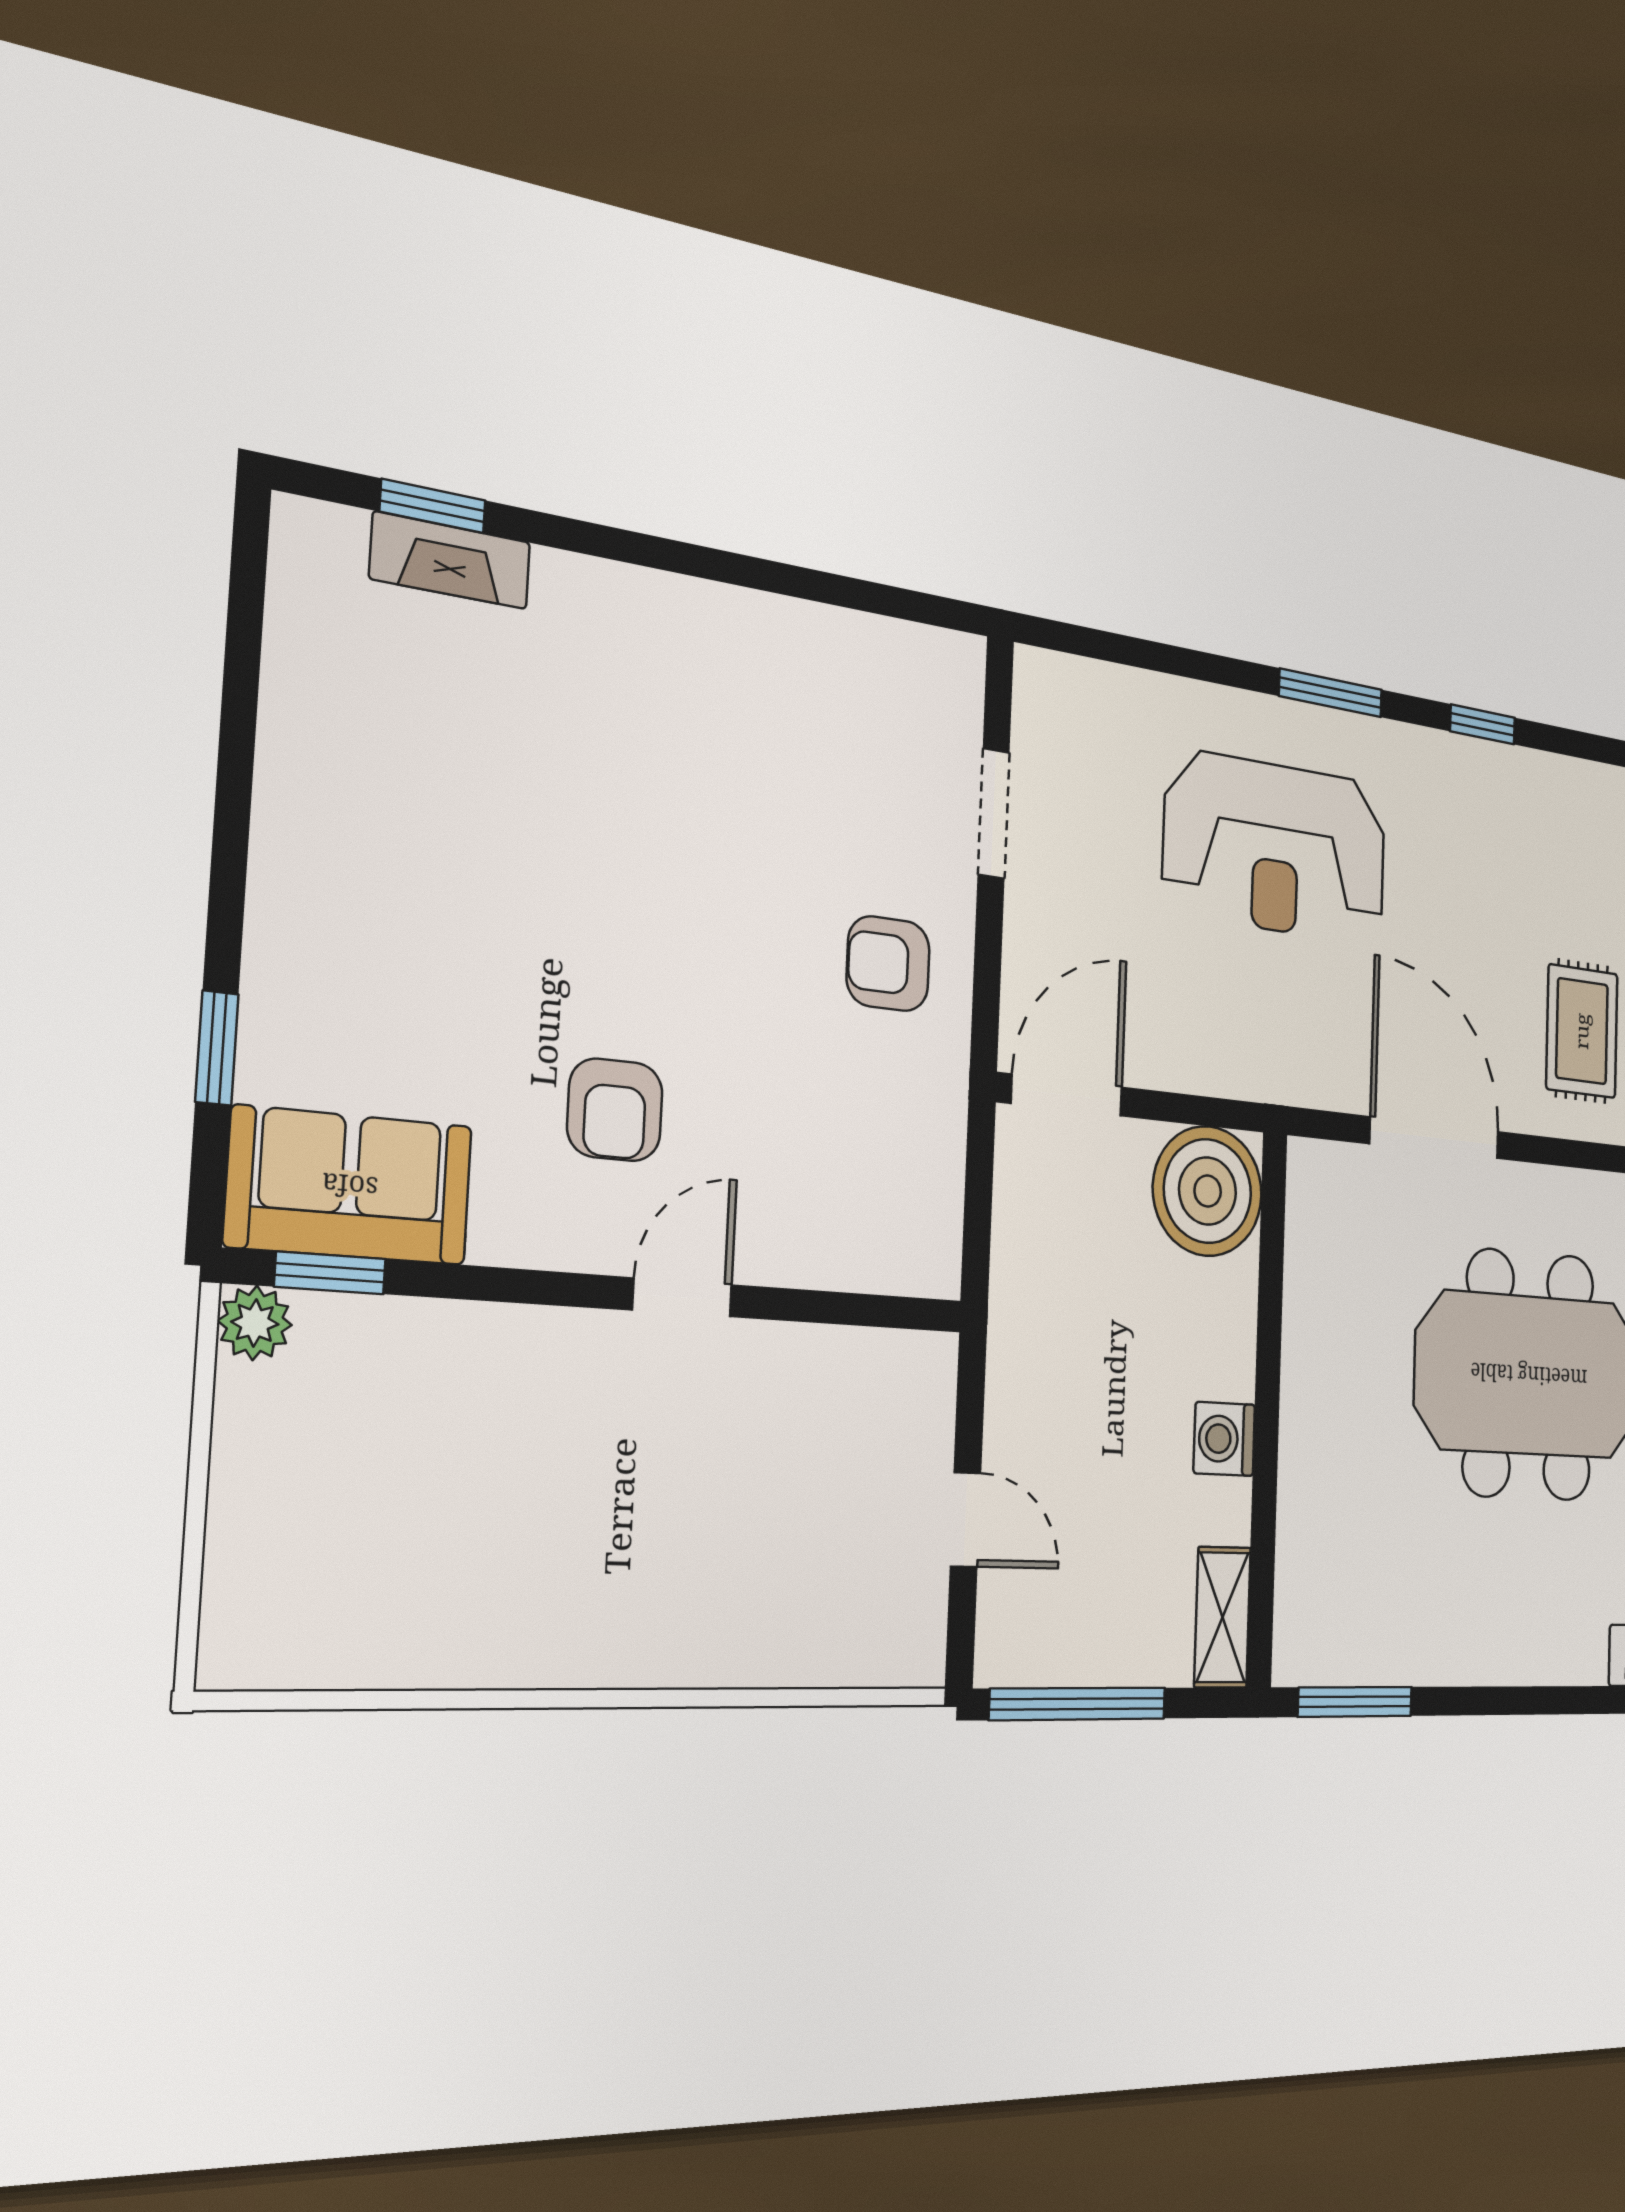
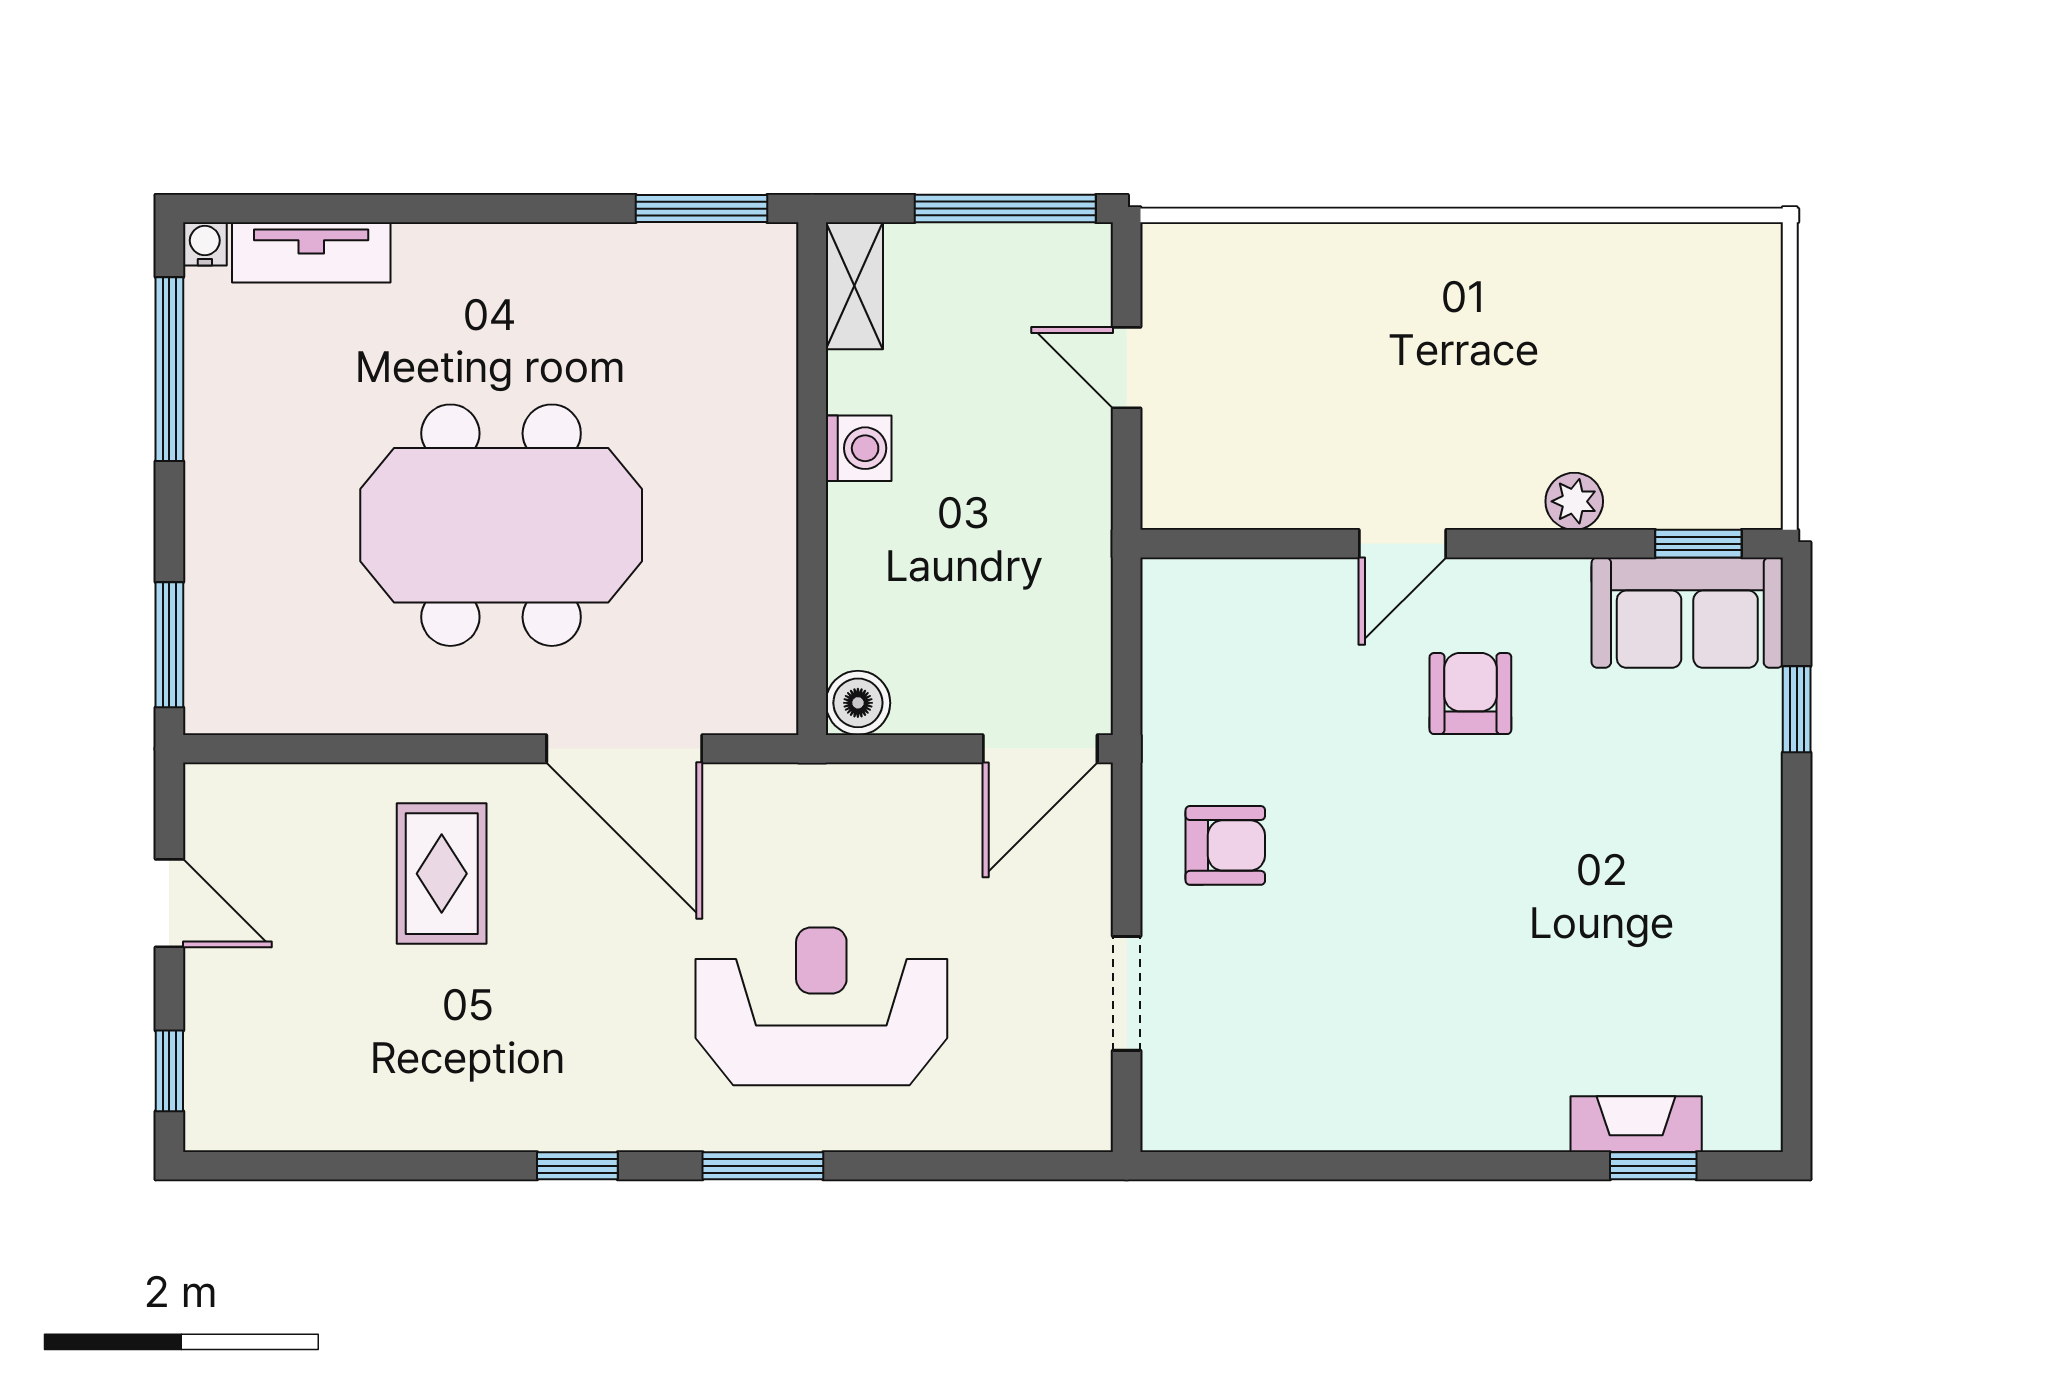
boiler: (1208, 1191) -> (858, 703), width x0.54, depth x0.54
plant: (255, 1323) -> (1574, 501), moved

